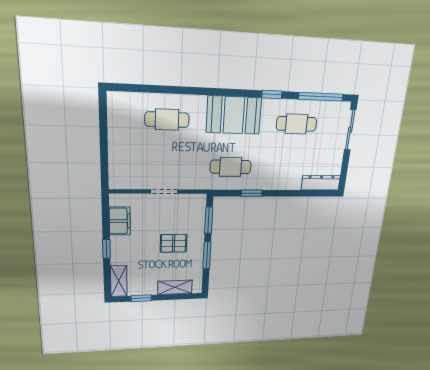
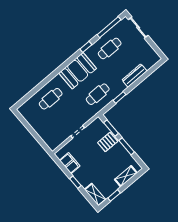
dresser: (321, 183) -> (134, 75), moved
pallet: (174, 243) -> (108, 142), moved

